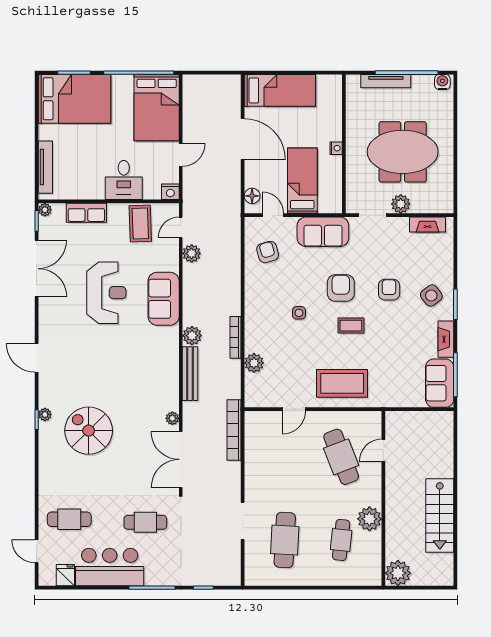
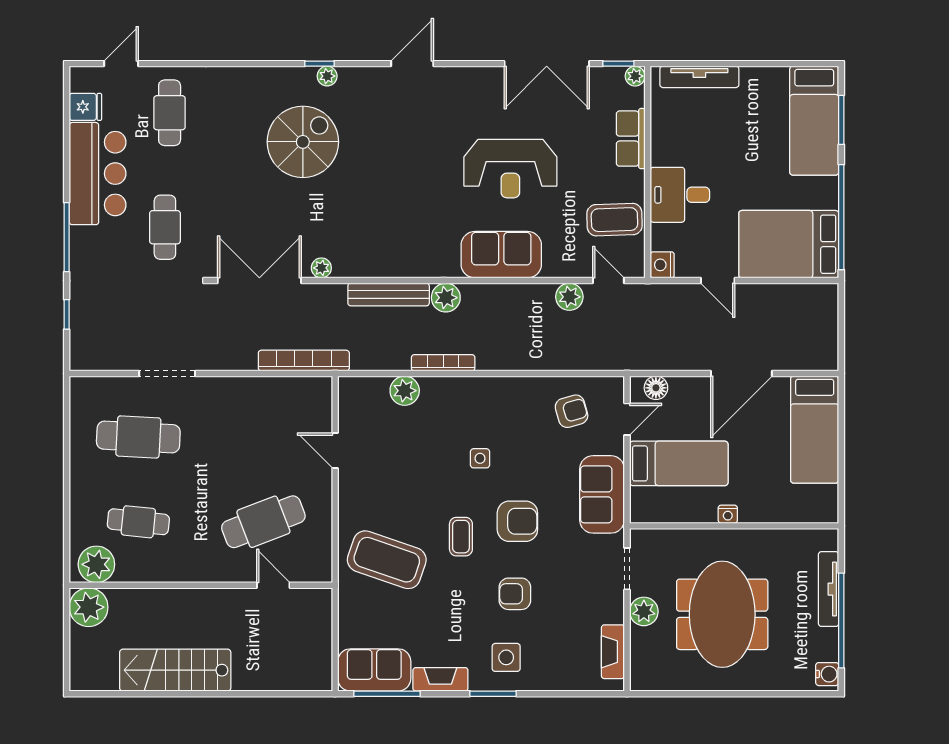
bed: (74, 99) -> (814, 121), width x0.67
armchair: (389, 290) -> (515, 594), turned 180
side table: (431, 295) -> (506, 657), turned 38
coffee table: (342, 383) -> (387, 560), moved, turned -71
plant: (369, 519) -> (96, 564), moved

